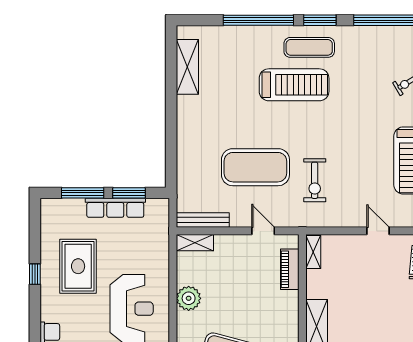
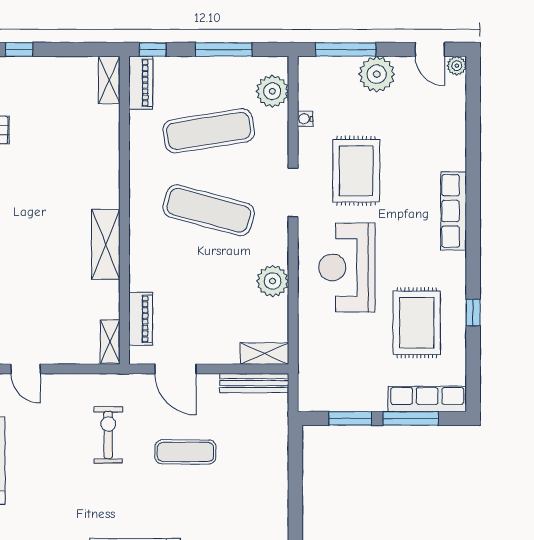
exercise mat: (255, 167) -> (185, 452), width x0.50, depth x0.69
row of seats: (115, 208) -> (427, 399), moved
door: (263, 231) -> (175, 369), width x1.38

